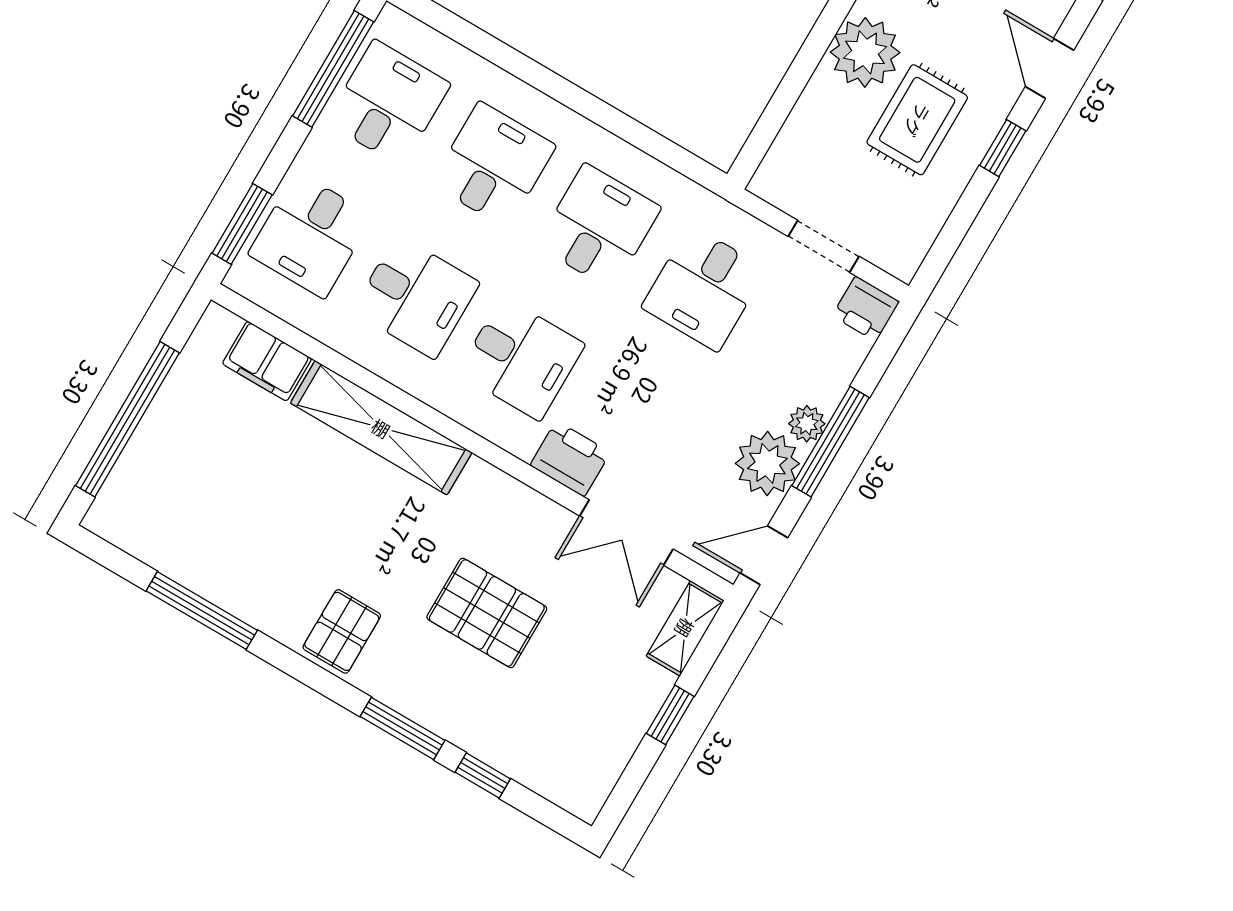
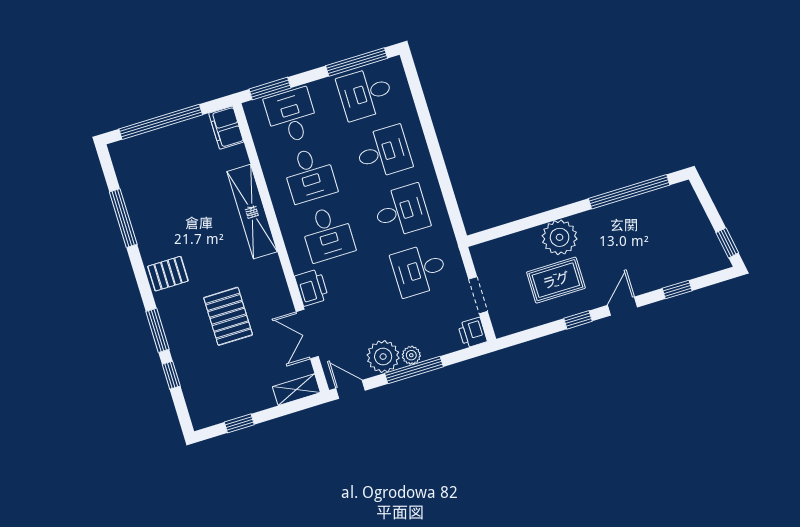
desk: (388, 103) -> (365, 93), turned 180
desk: (311, 235) -> (292, 116), turned 90
filing cabinet: (267, 361) -> (226, 128), moved
window: (670, 715) -> (239, 423), moved

